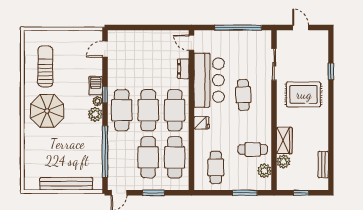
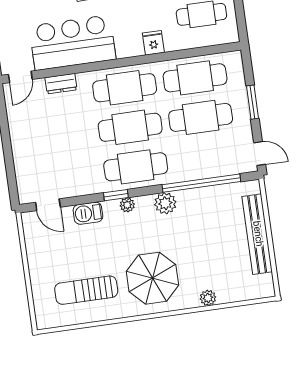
barbecue: (96, 86) -> (88, 213), moved
plant: (95, 114) -> (165, 203), moved
fridge: (201, 123) -> (153, 43), moved
plant: (29, 146) -> (208, 298), added

